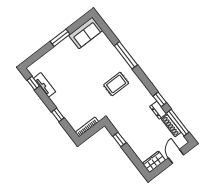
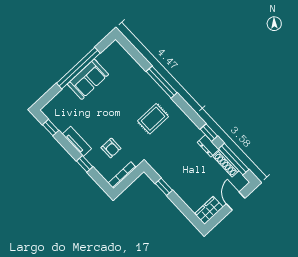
sofa: (86, 33) -> (88, 79), moved
window: (60, 38) -> (78, 68), width x2.11
tv unit: (45, 85) -> (77, 141), moved
armchair: (80, 104) -> (111, 148), added

